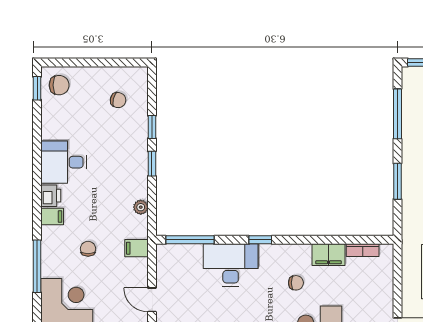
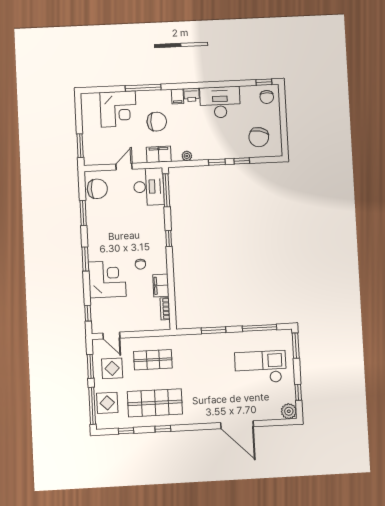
chair: (118, 100) -> (259, 137), width x1.87, depth x1.87
desk: (64, 162) -> (220, 102), width x1.37
filing cabinet: (136, 248) -> (159, 154), width x2.00
chair: (88, 249) -> (157, 122), width x1.87, depth x1.87
desk: (231, 265) -> (149, 187), moved

